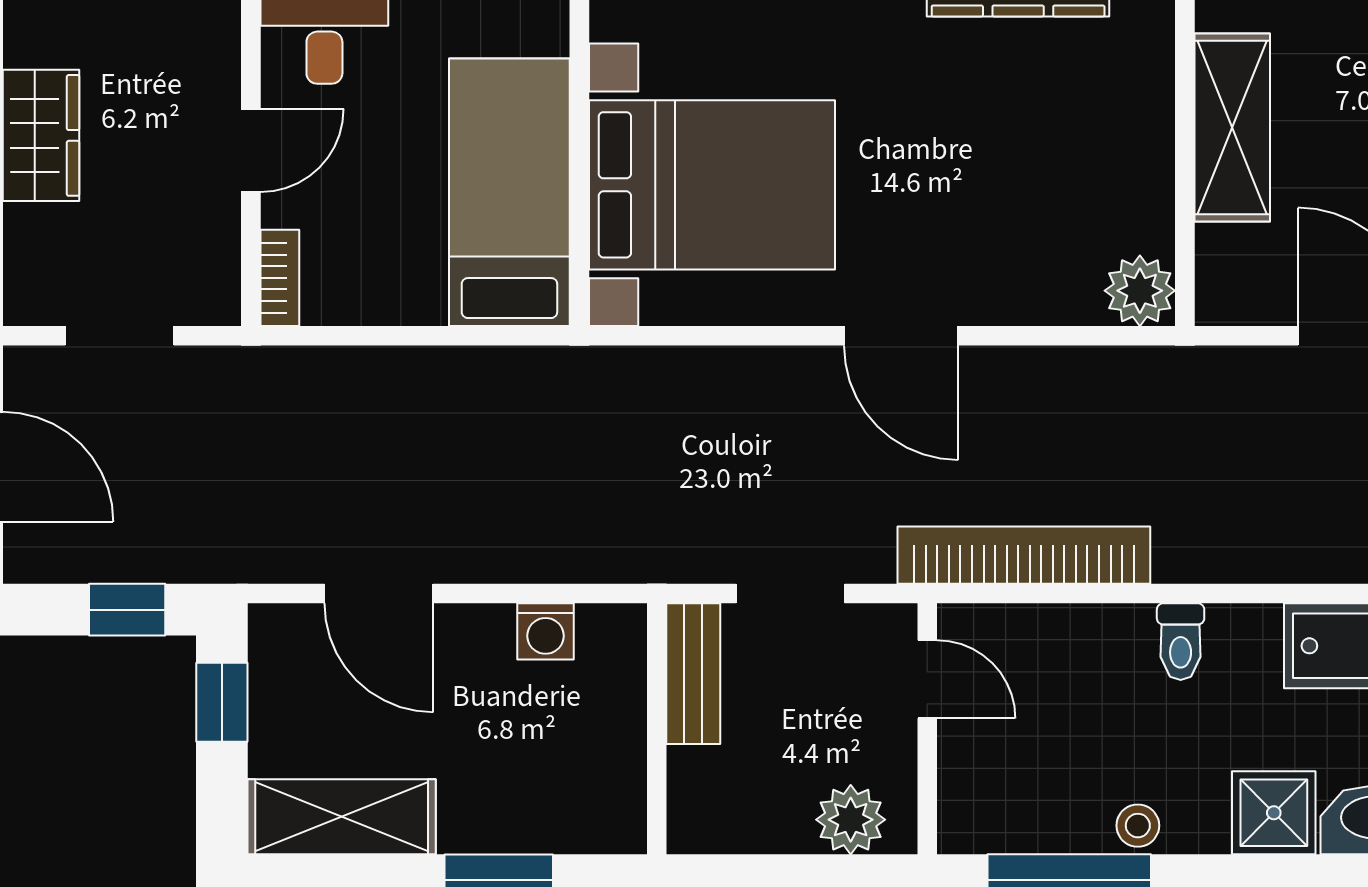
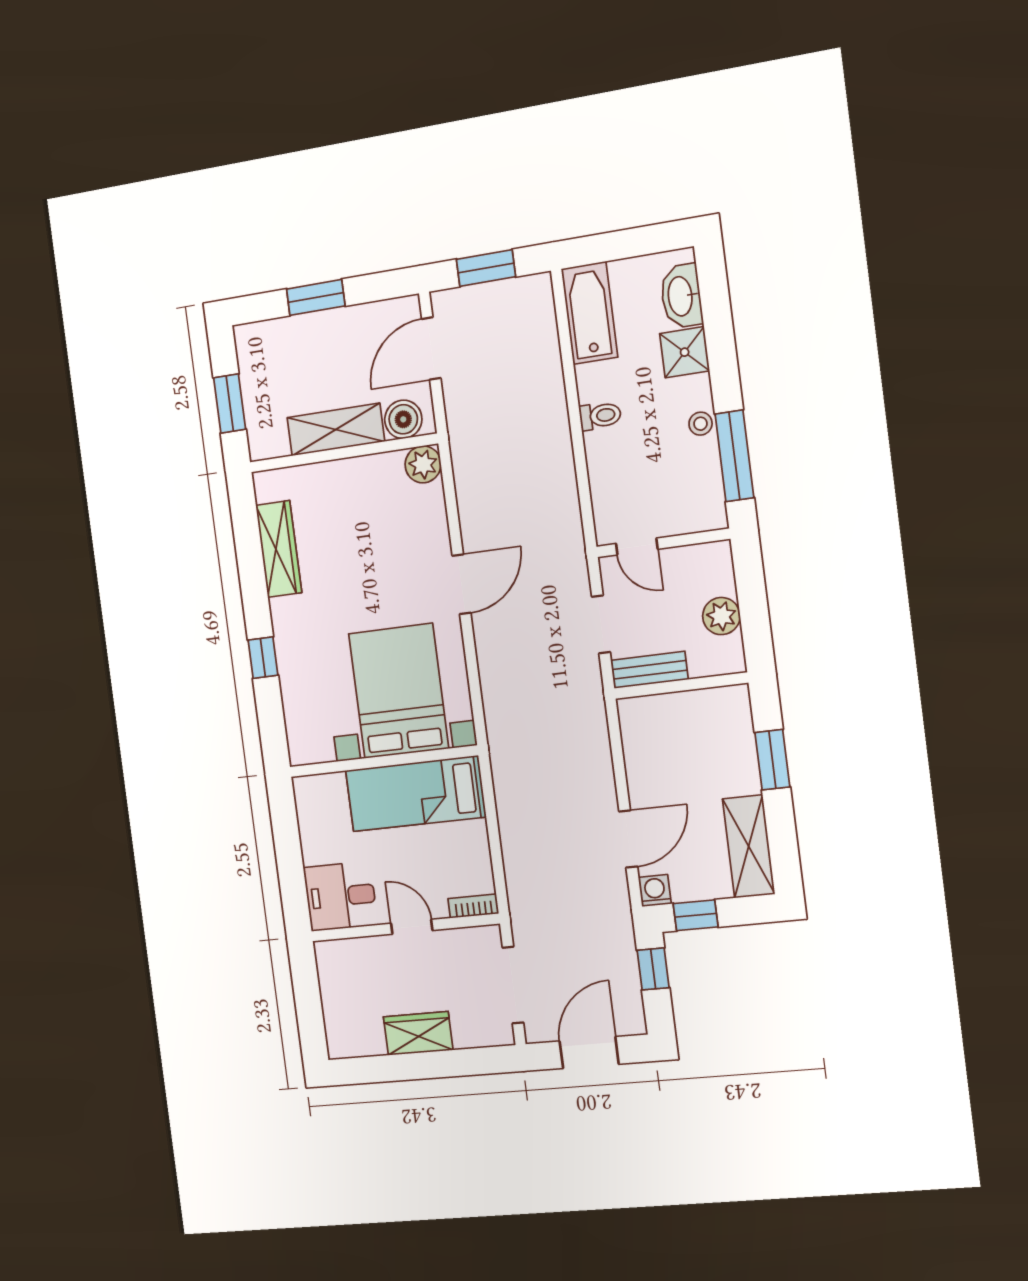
boiler: (1231, 264) -> (403, 419), added
doorway: (120, 336) -> (513, 985), width x1.38
bookcase: (1024, 555) -> (566, 505), removed
washing machine: (546, 631) -> (655, 891), moved, turned -90
door: (927, 679) -> (637, 546), swing flipped
plant: (851, 820) -> (721, 616), moved

